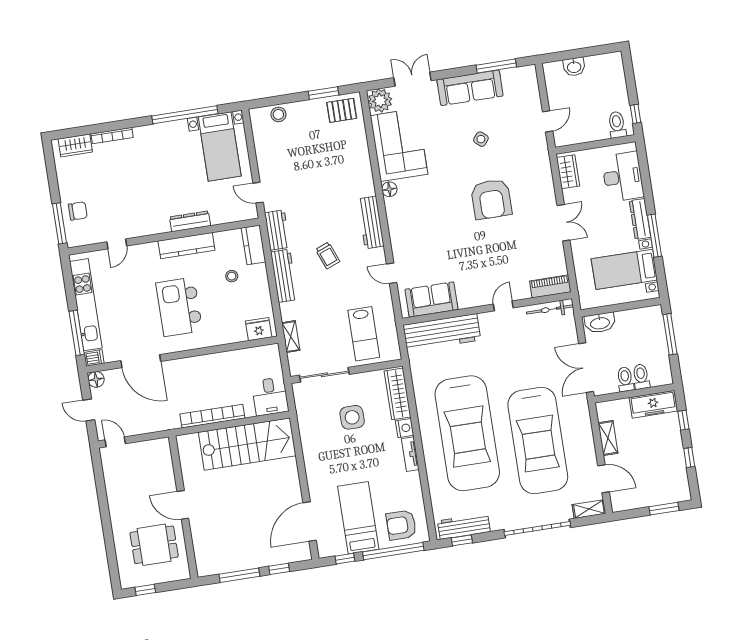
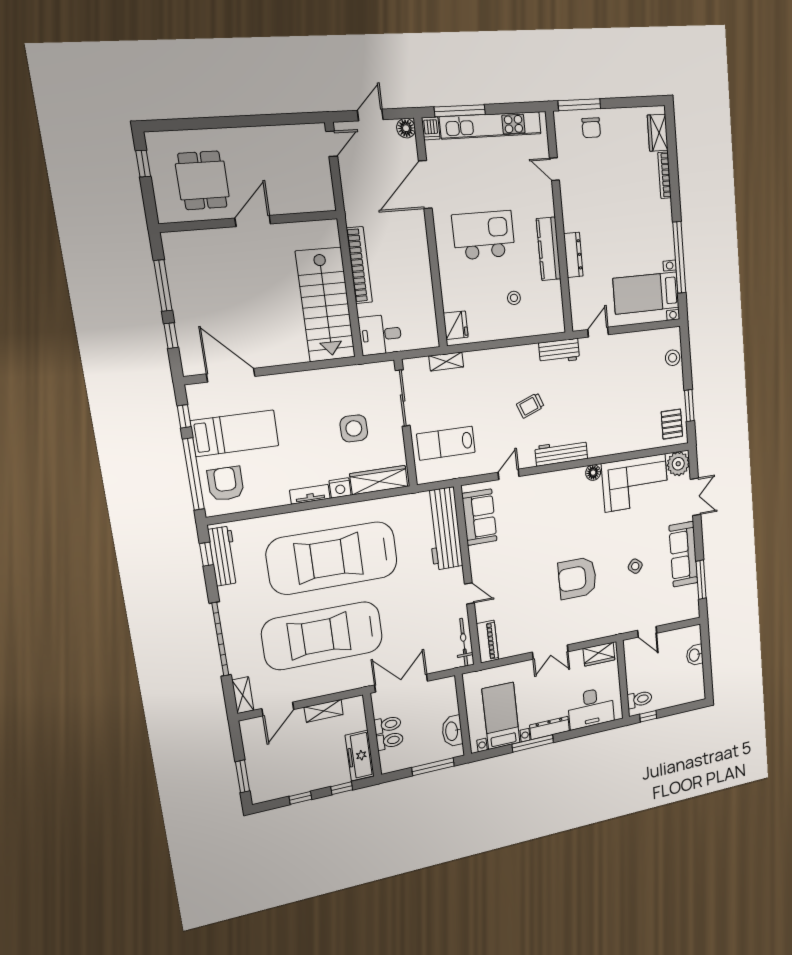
kitchen counter: (253, 245) -> (545, 324), removed
workbench: (284, 276) -> (512, 357), removed
washbasin: (600, 323) -> (452, 731), moved

